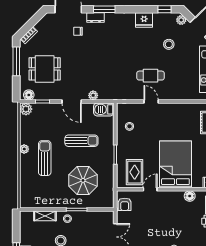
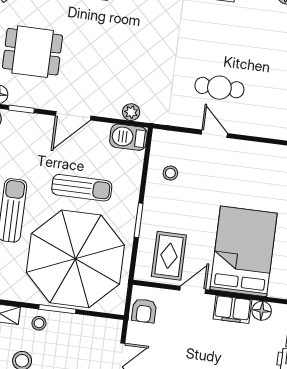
stool: (169, 44) -> (259, 36), removed
plant: (93, 95) -> (131, 112), moved
door: (72, 101) -> (73, 116), hinge flipped
parasol: (83, 180) -> (75, 259), width x1.86, depth x1.86
filing cabinet: (173, 197) -> (232, 310), added

